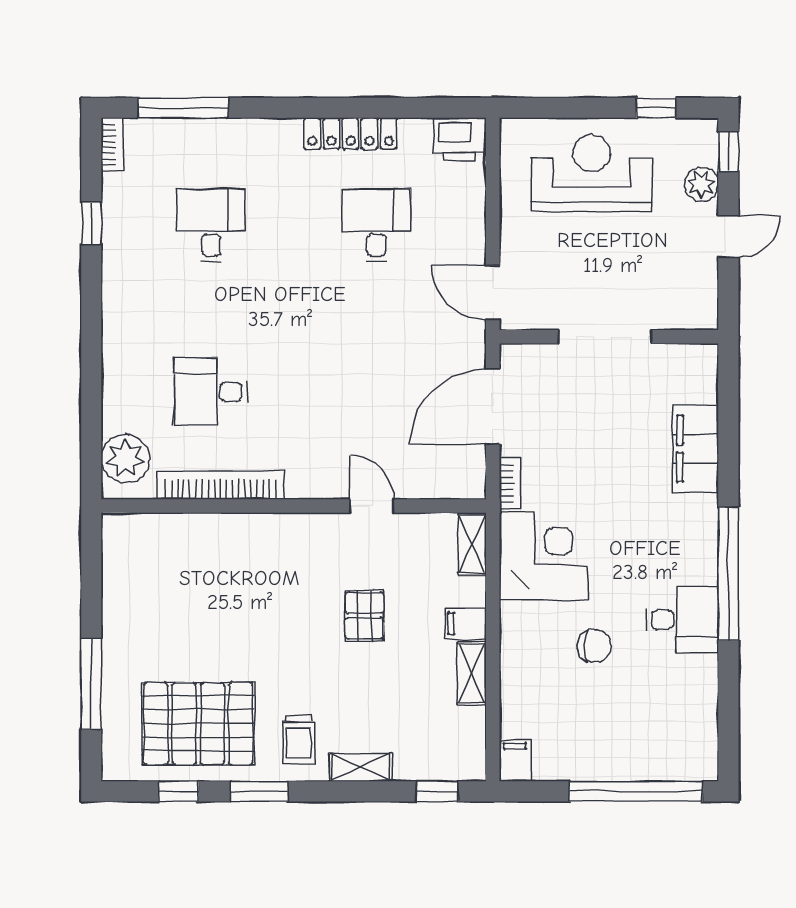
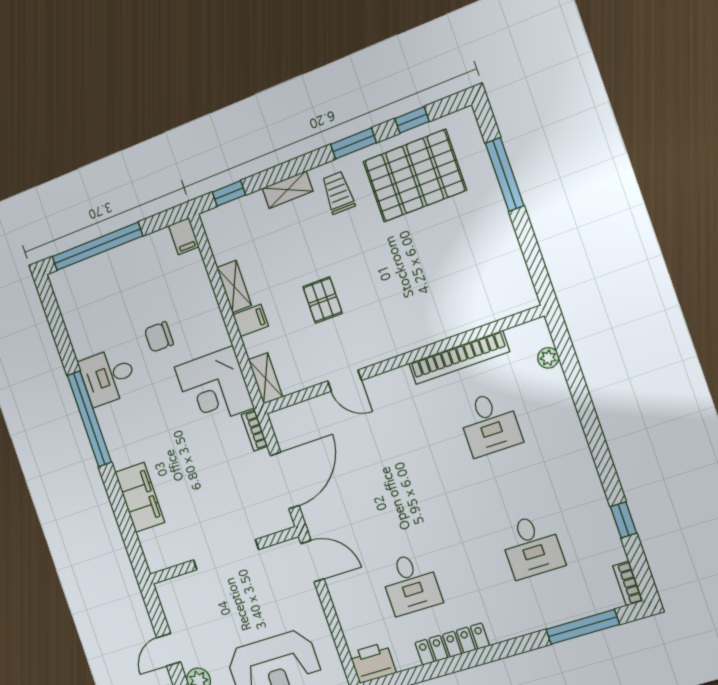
desk: (211, 392) -> (490, 424), turned 90
plant: (126, 459) -> (548, 358), width x0.53, depth x0.53

